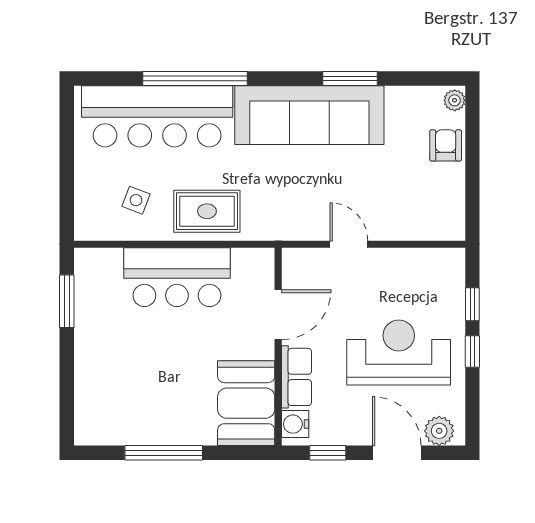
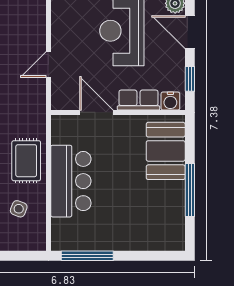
window: (67, 301) -> (87, 256), width x1.44
booth: (246, 403) -> (166, 151), moved, turned 90
door: (397, 453) -> (190, 32), hinge flipped

